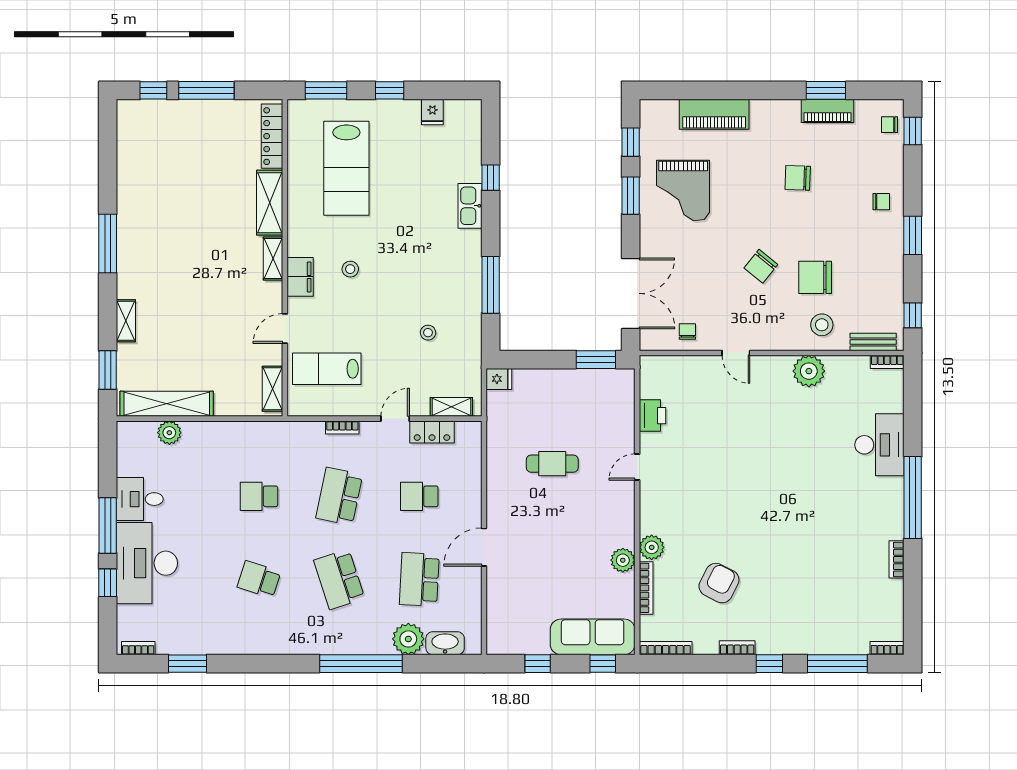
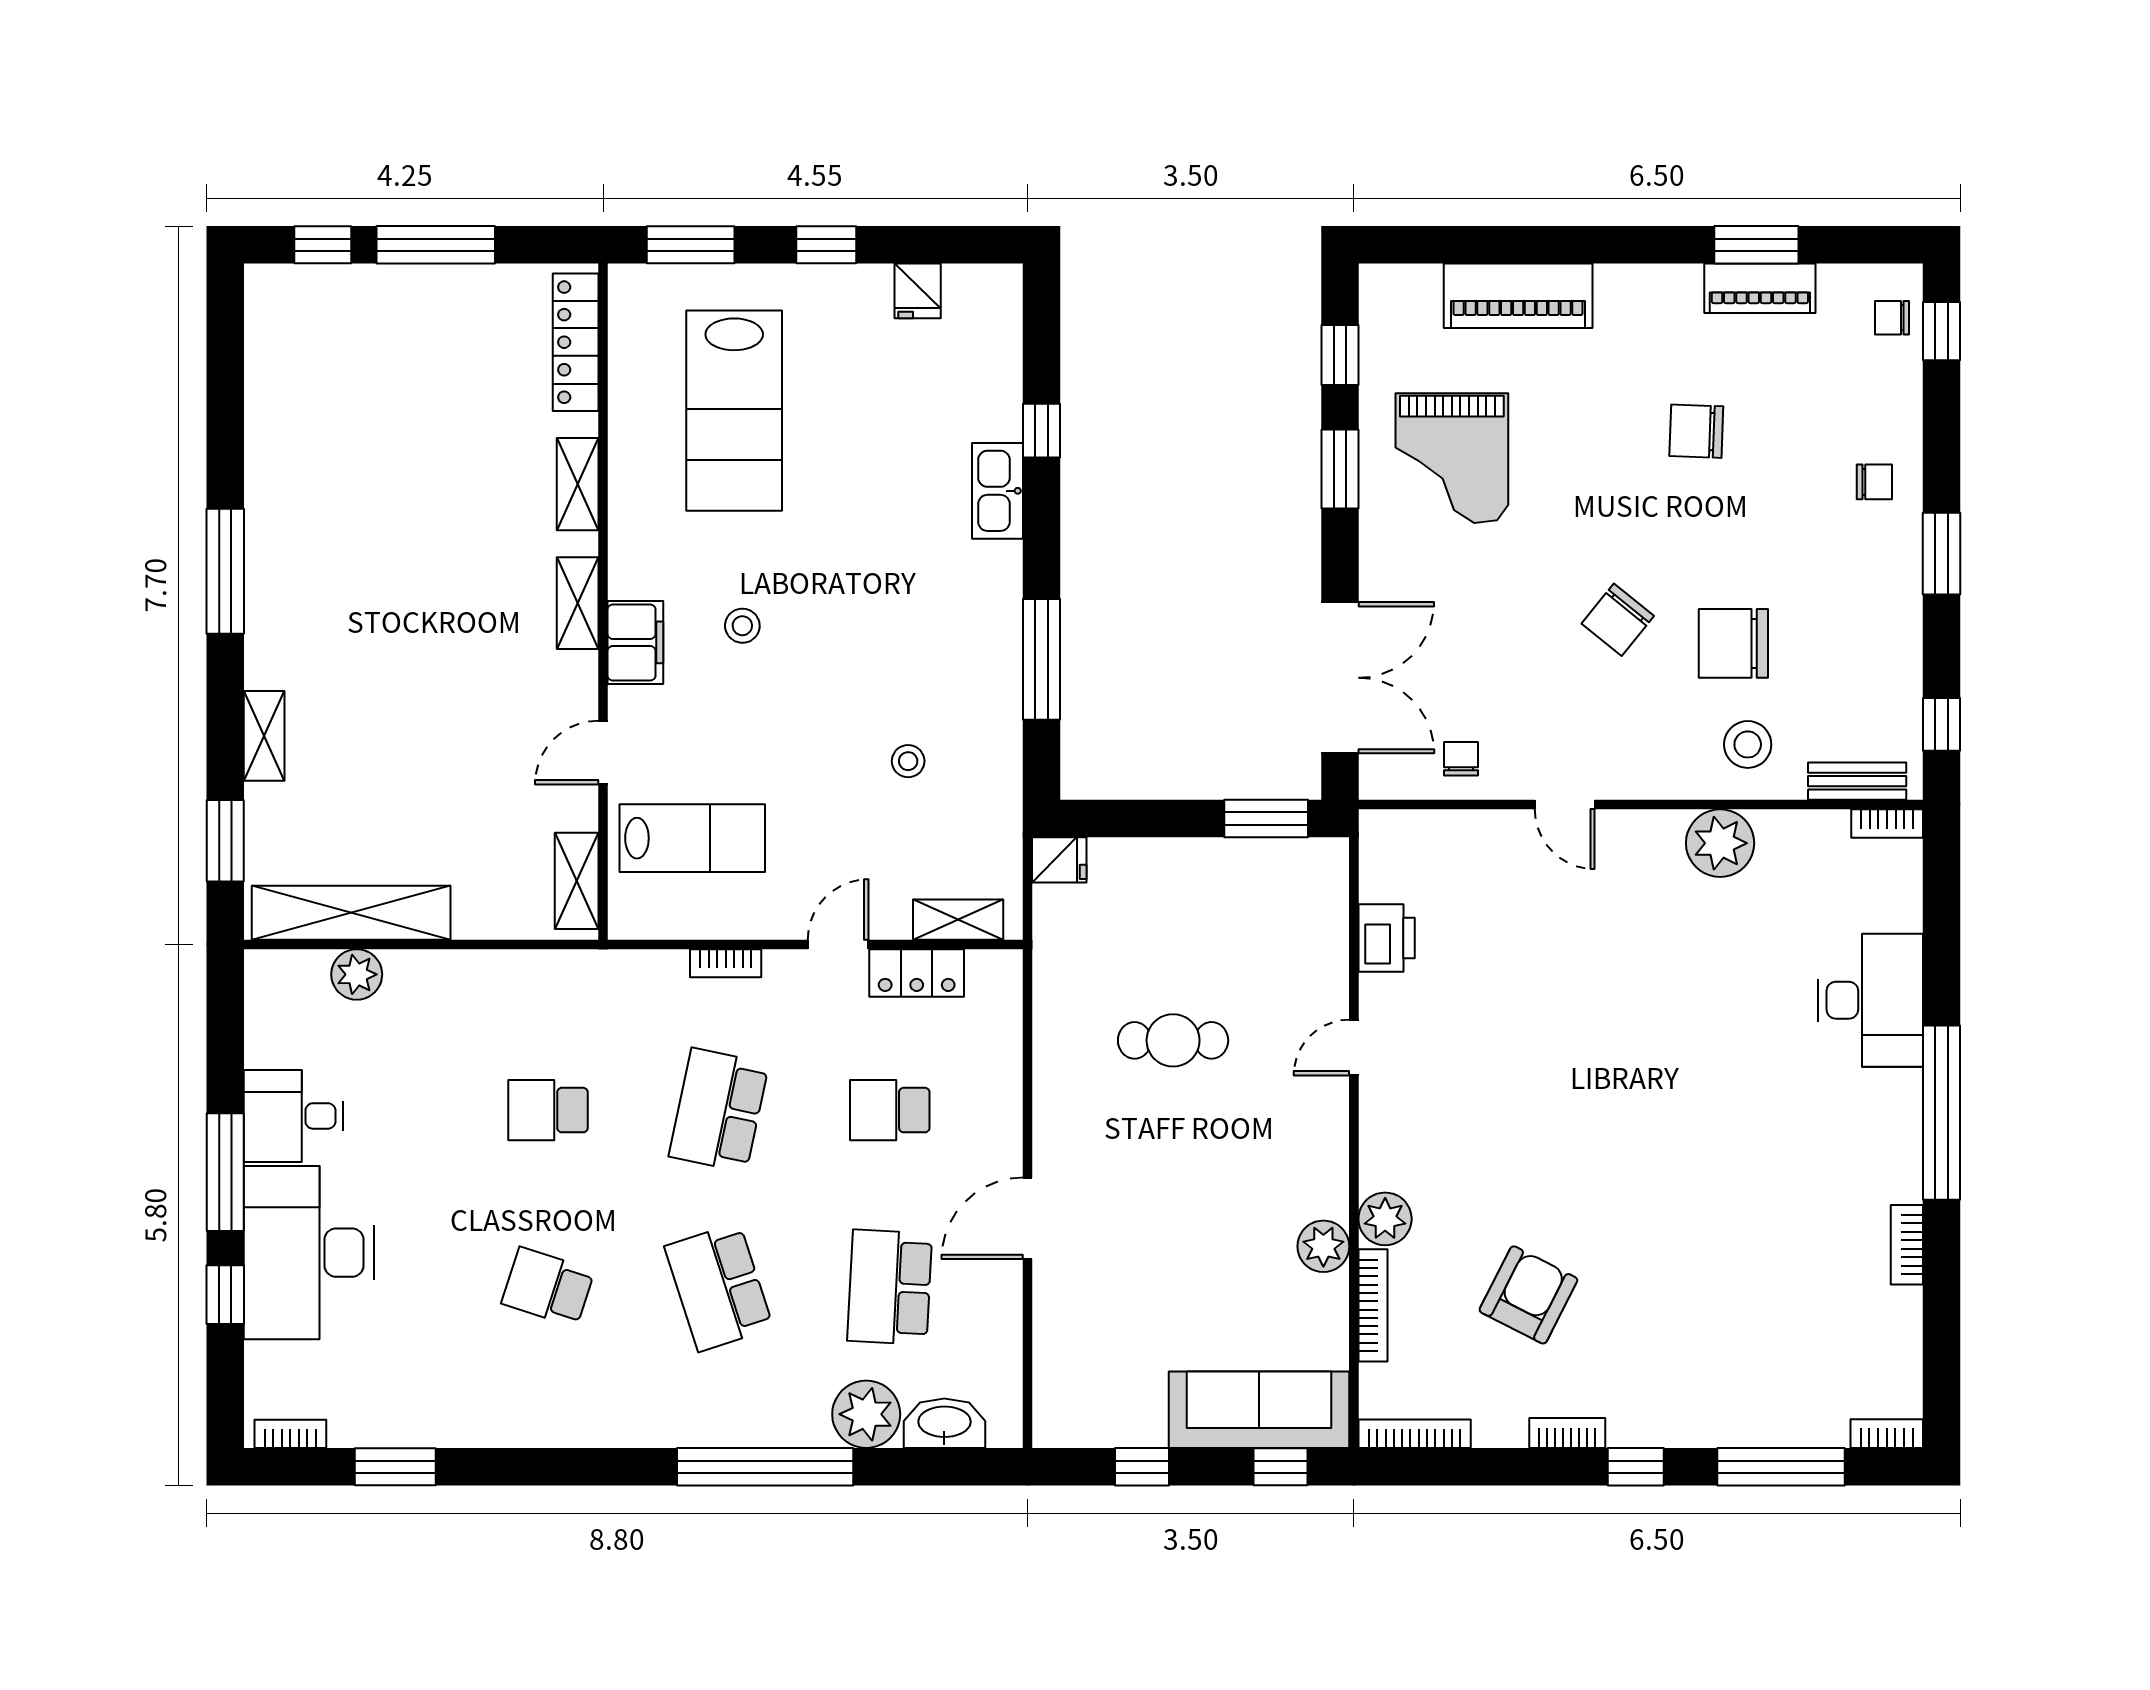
shelving: (270, 203) -> (578, 484), width x0.67, depth x0.75
lab bench: (327, 369) -> (692, 838), turned 180

